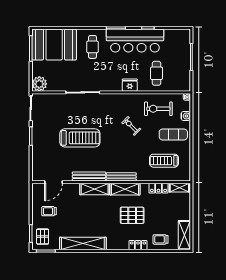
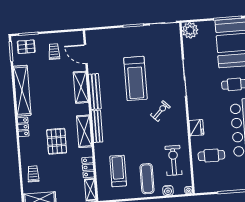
exercise bike: (131, 126) -> (160, 111), moved
shelving: (95, 189) -> (81, 87), moved
locker: (138, 245) -> (23, 127), moved

